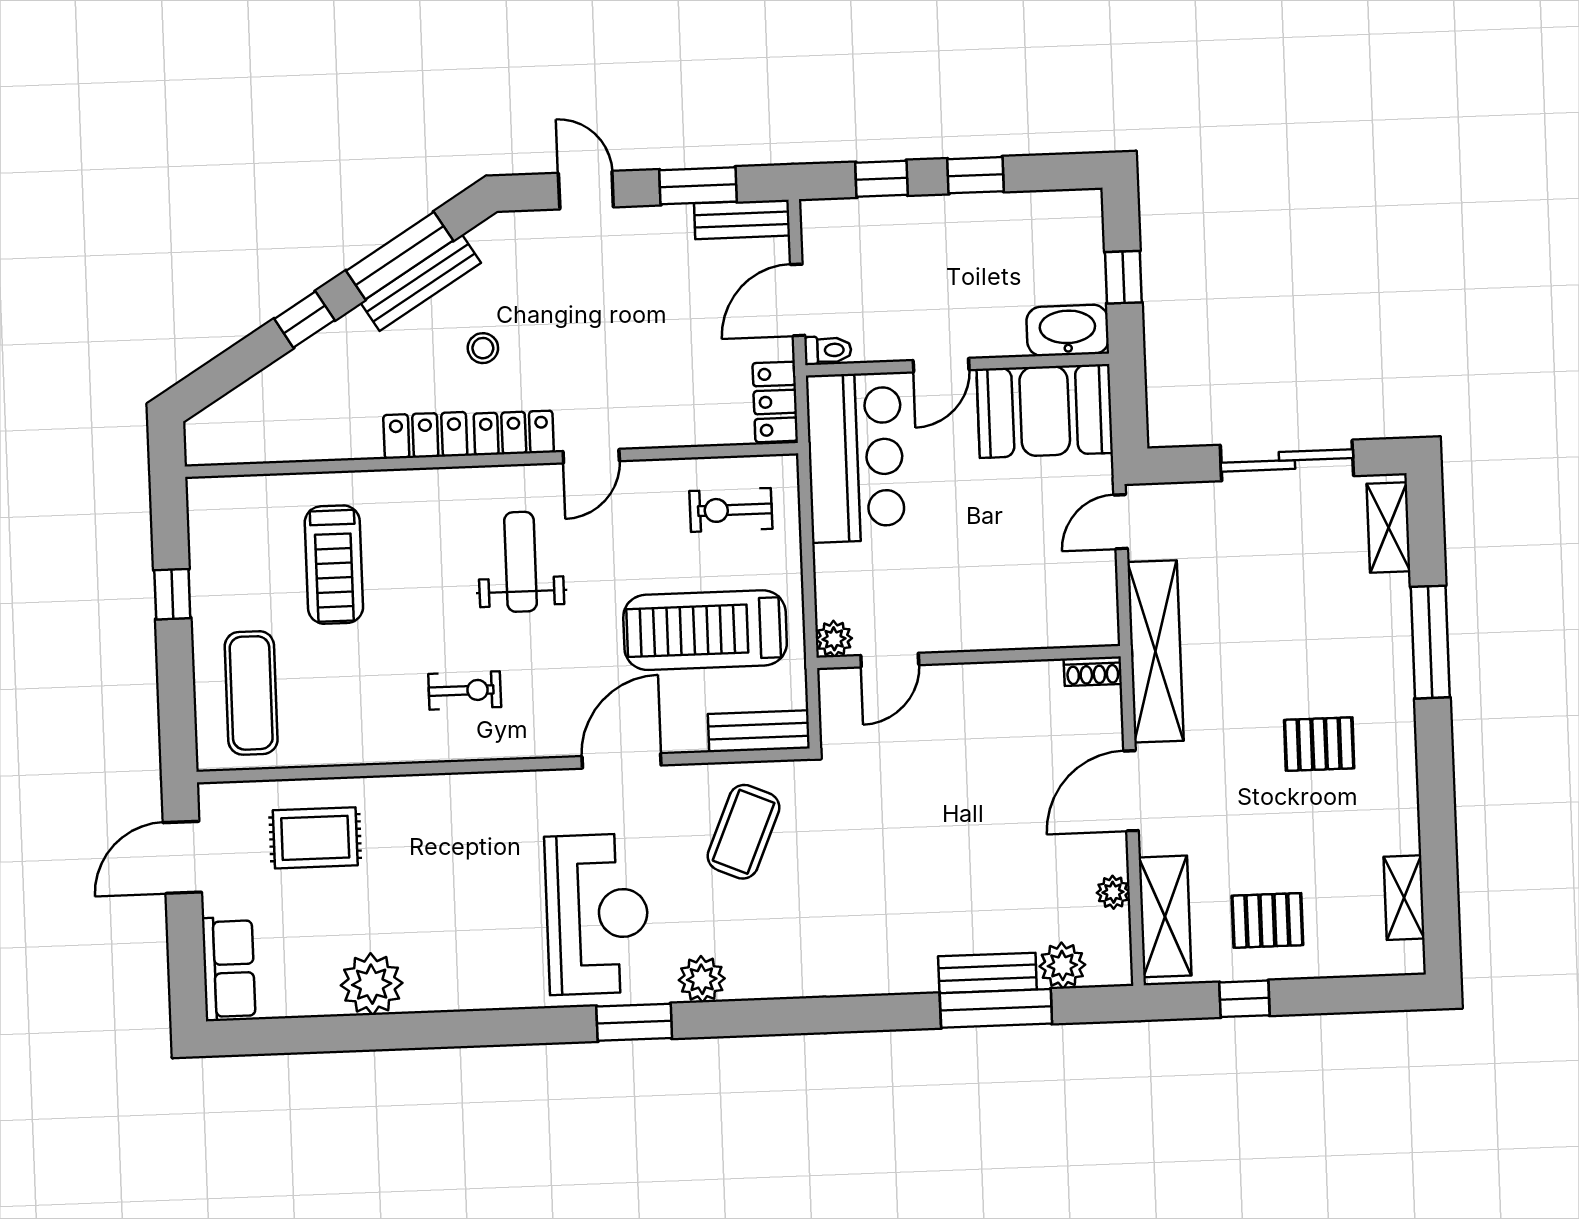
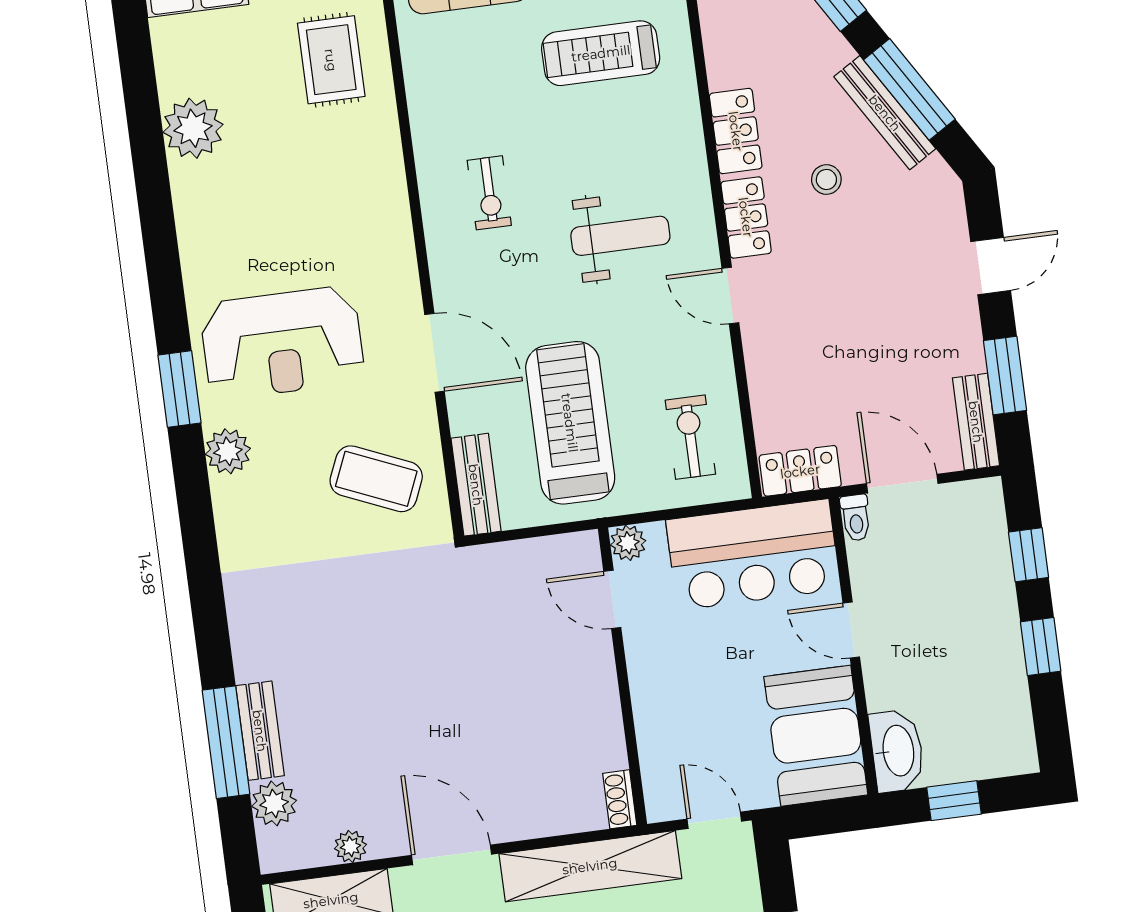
plant: (834, 639) -> (628, 543), moved
wall: (969, 657) -> (622, 676), moved
door: (890, 660) -> (612, 599), moved
shoe rack: (1093, 671) -> (620, 799), moved

